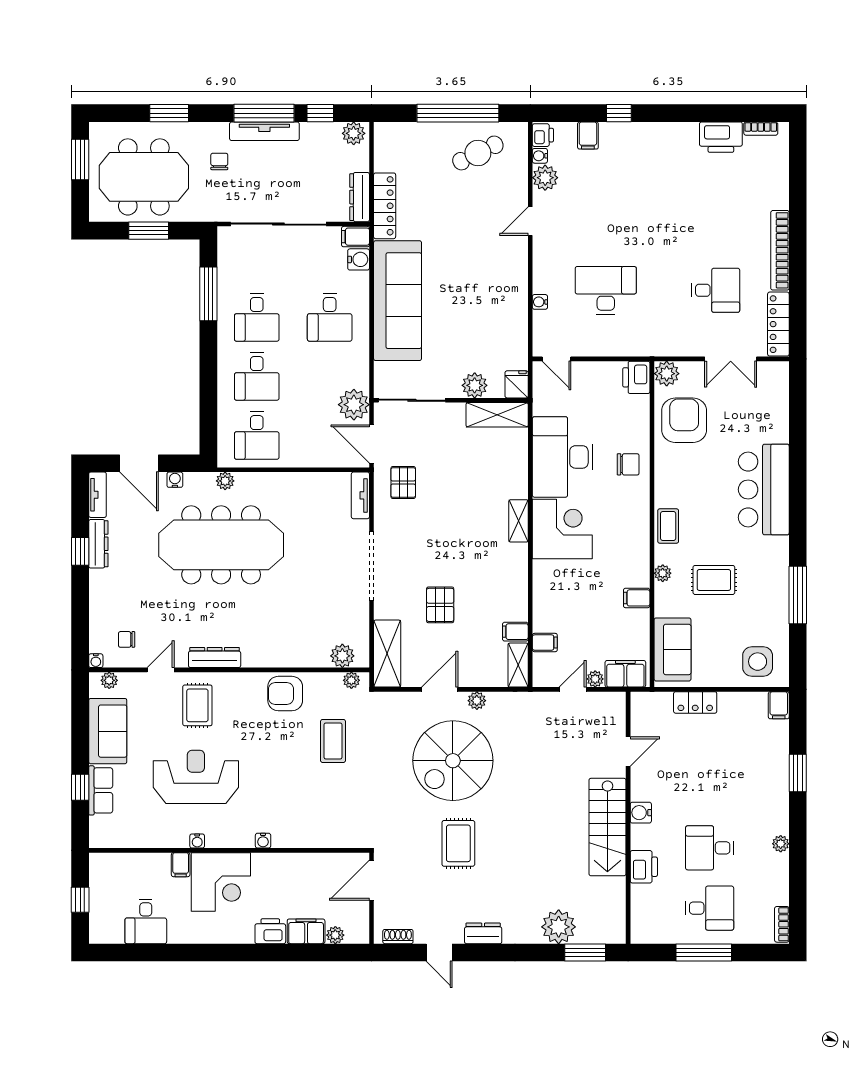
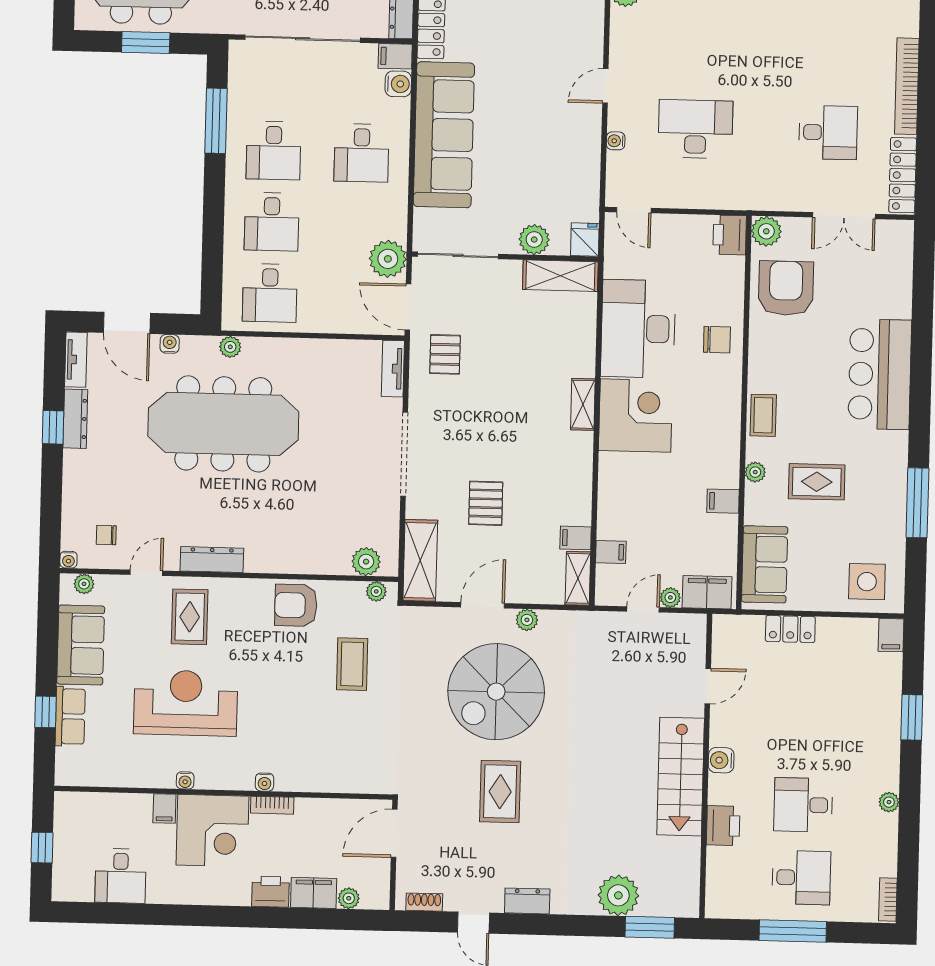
door: (530, 221) -> (605, 86), moved
bookcase: (270, 860) -> (272, 805), added

